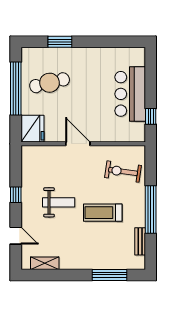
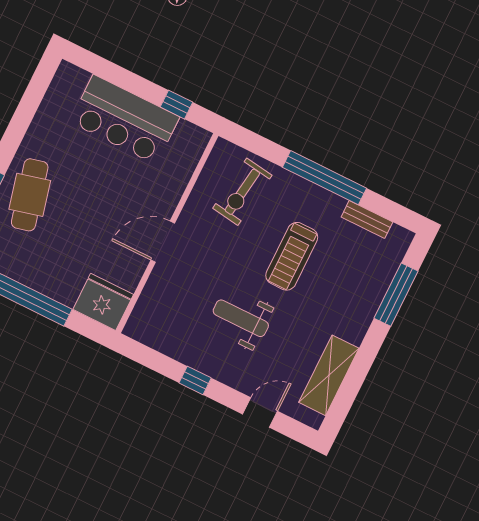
cafe table: (50, 83) -> (30, 195), moved
weight bench: (59, 202) -> (241, 318), turned -90
shelving: (45, 263) -> (329, 375), width x1.50, depth x1.33

